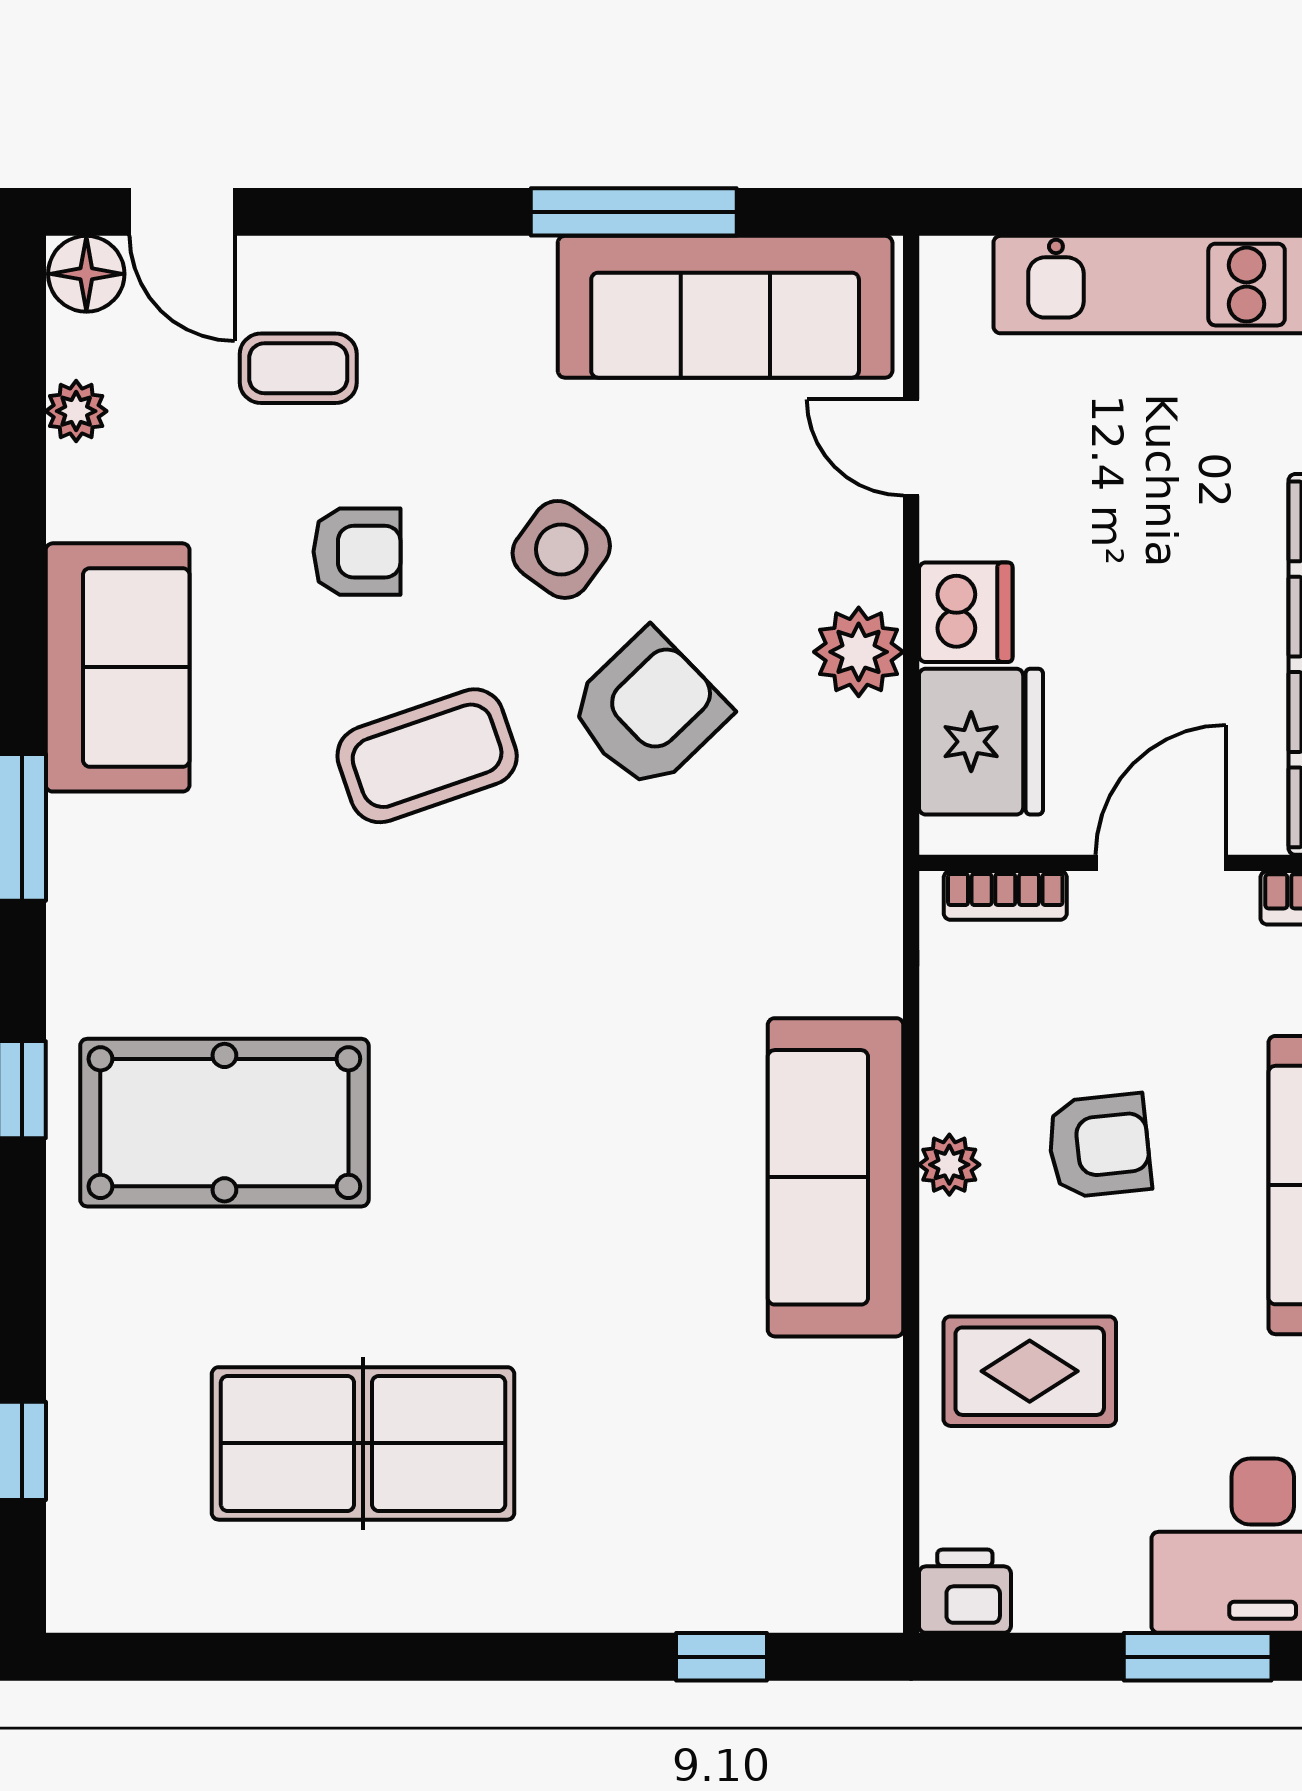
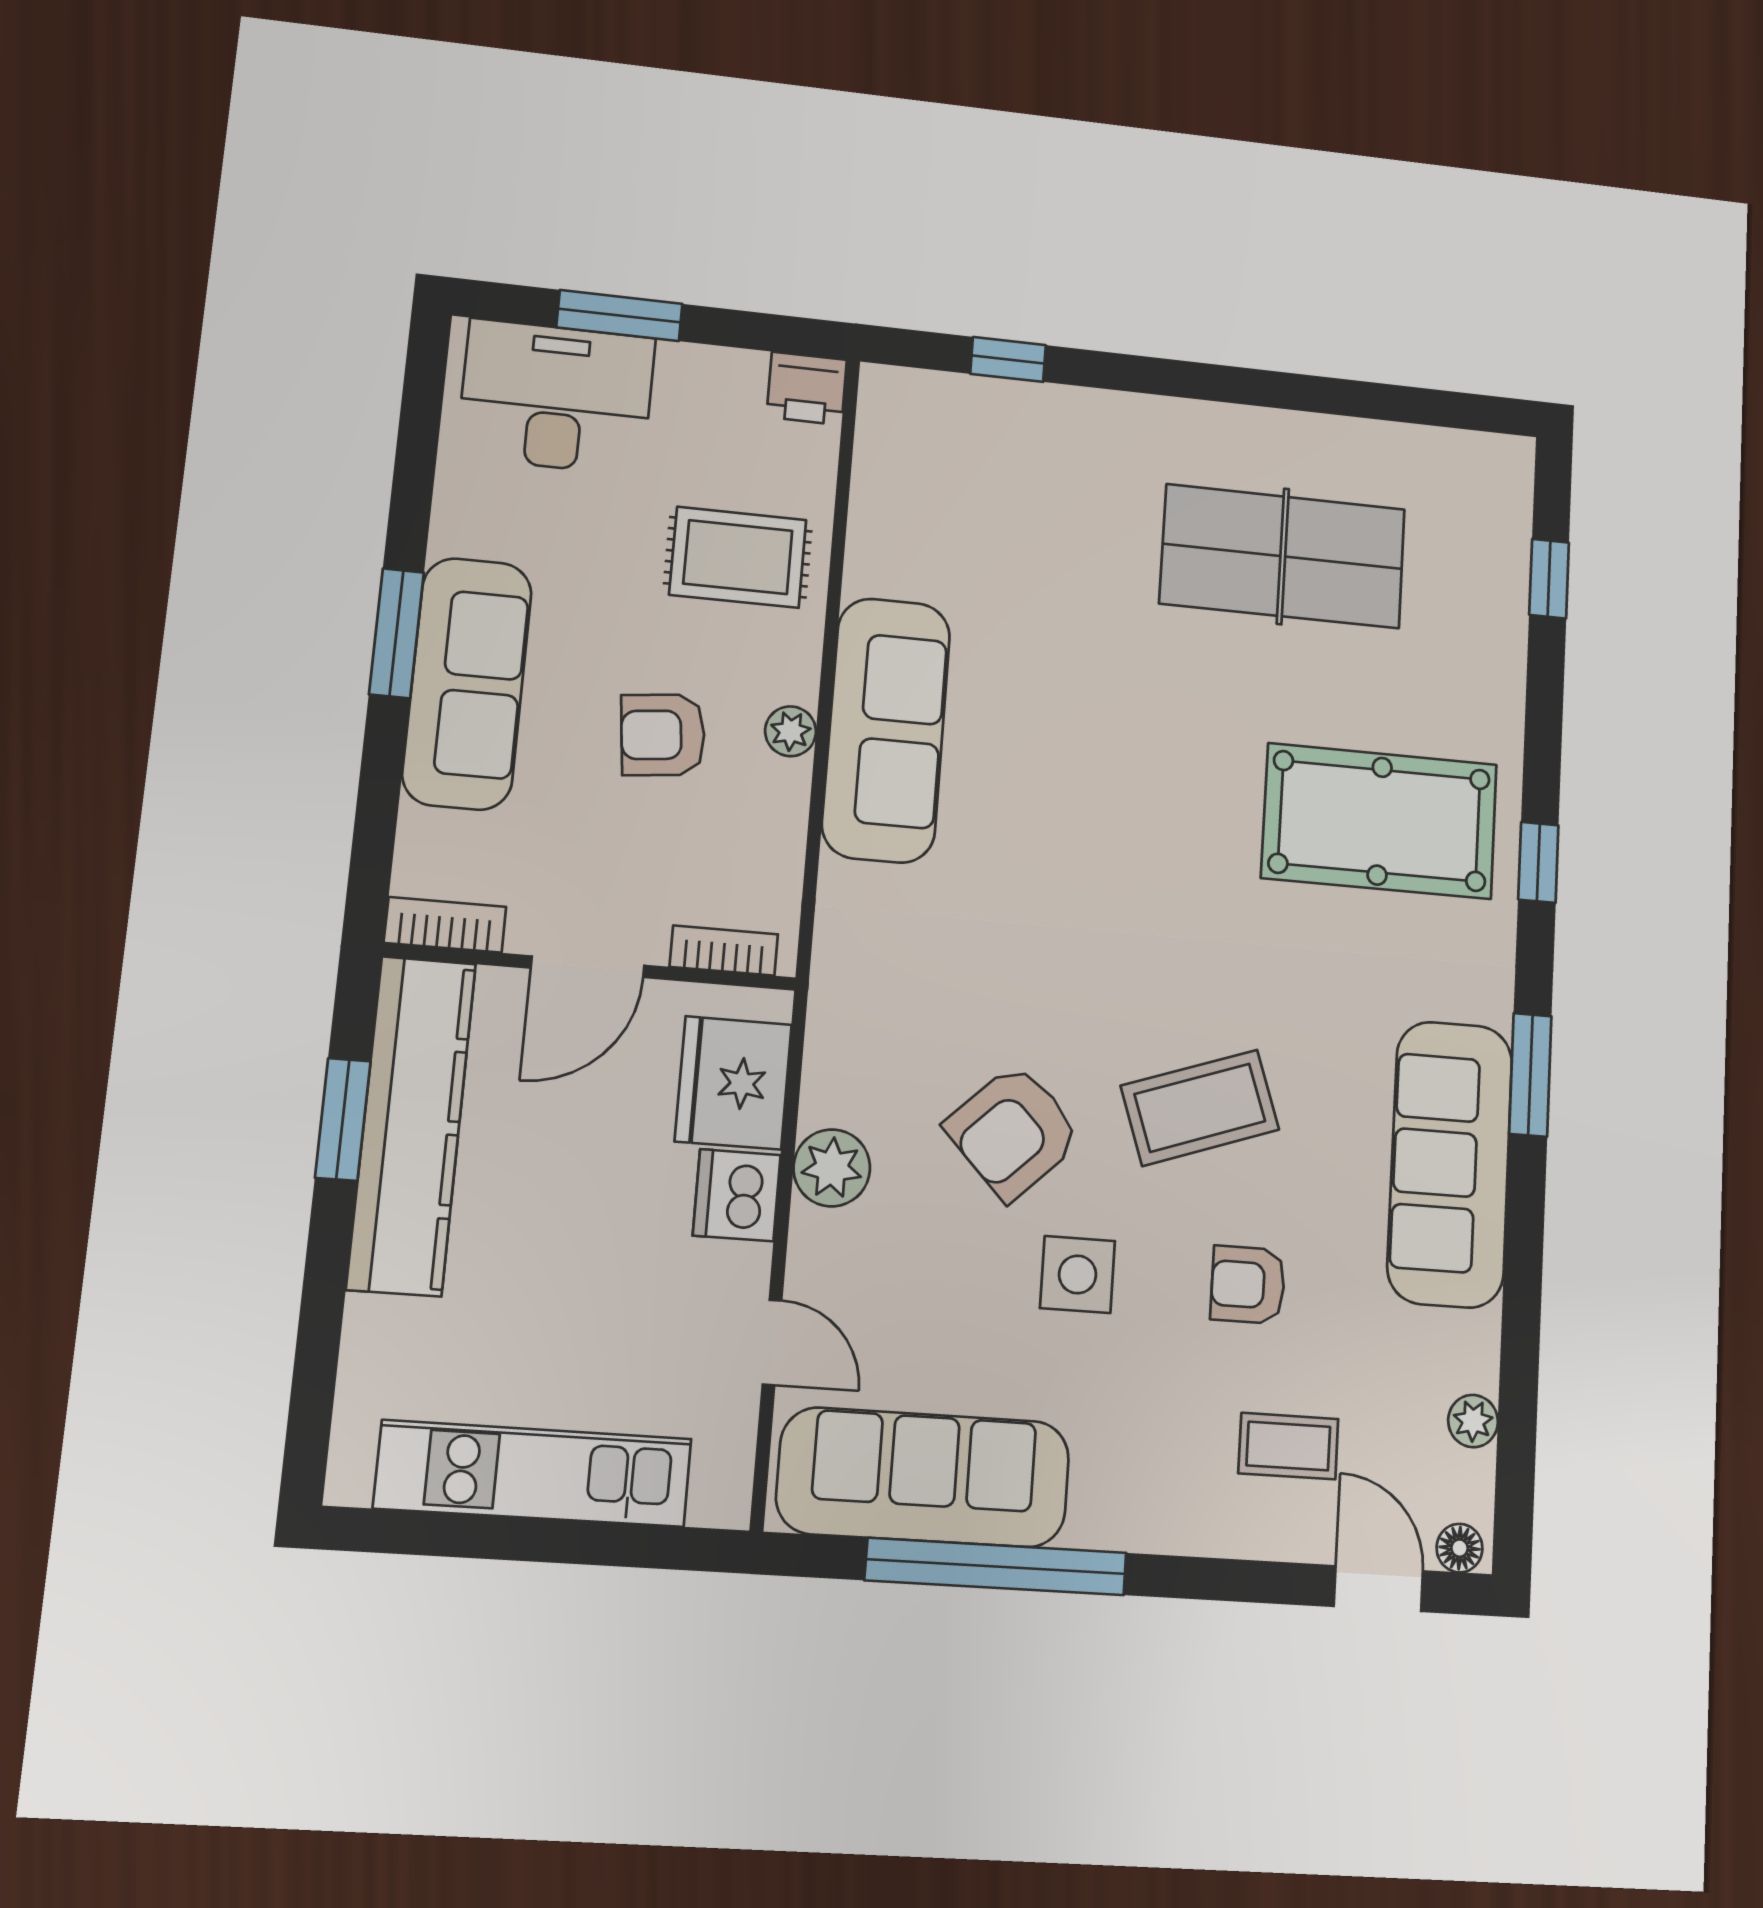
window: (634, 212) -> (996, 1567), width x1.46
floor lamp: (86, 274) -> (1460, 1548), width x0.73, depth x0.73
side table: (561, 549) -> (1078, 1274), turned -36
sofa: (118, 667) -> (1450, 1164), width x1.36

